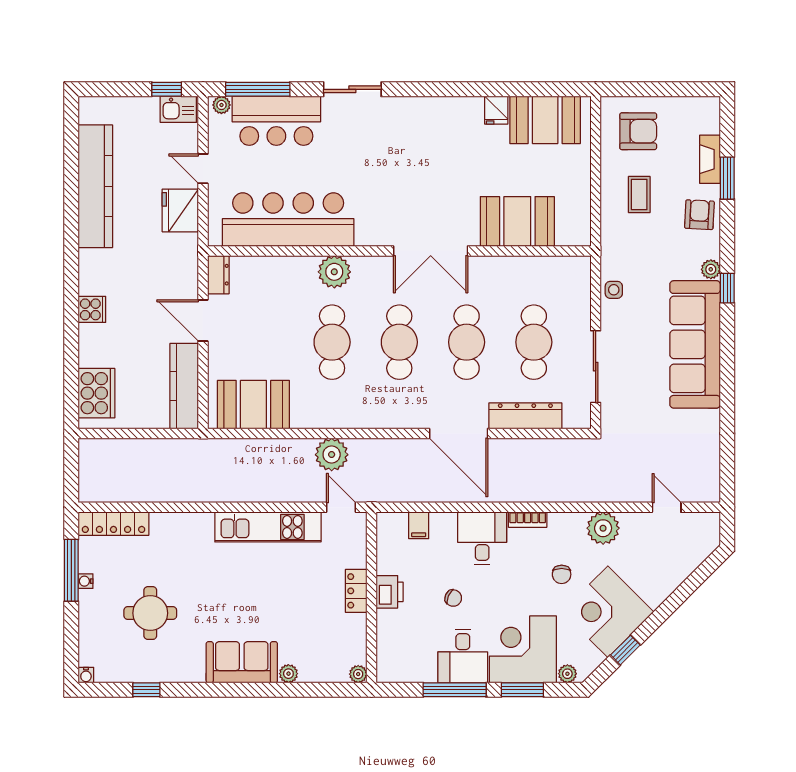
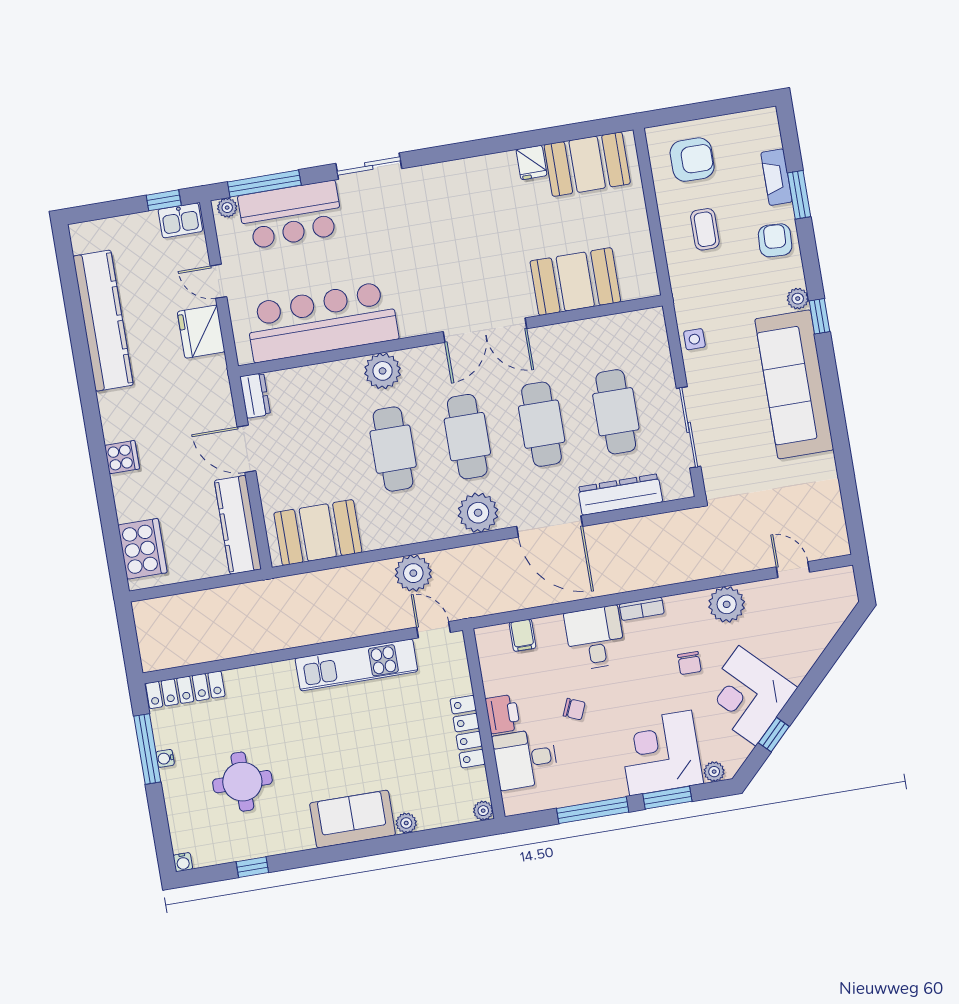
plant: (398, 411) -> (478, 513), added
locker: (356, 591) -> (468, 732), width x1.53
desk: (463, 656) -> (525, 759), moved, turned 90

